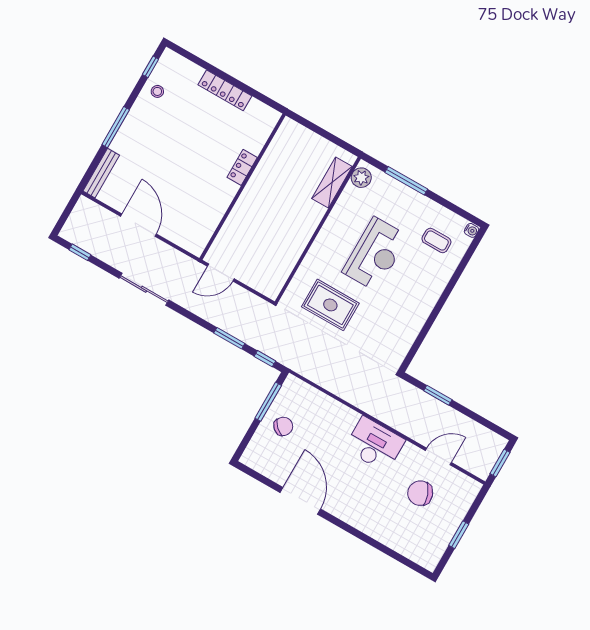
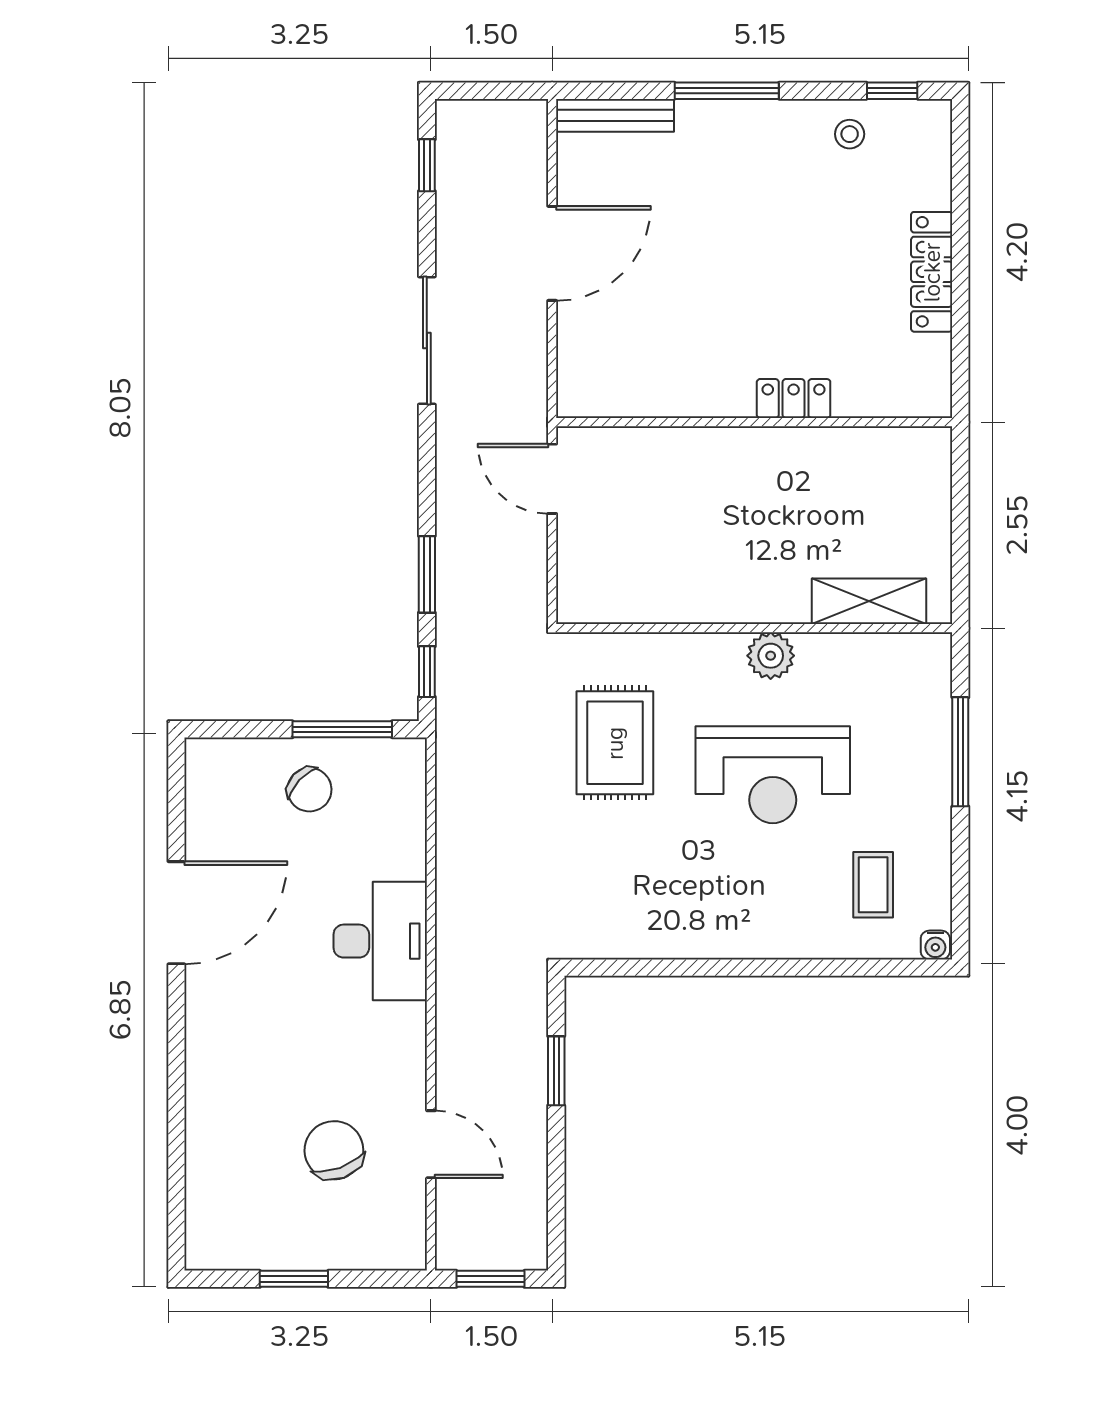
plant: (361, 178) -> (771, 656), moved
desk: (375, 444) -> (380, 941), moved

